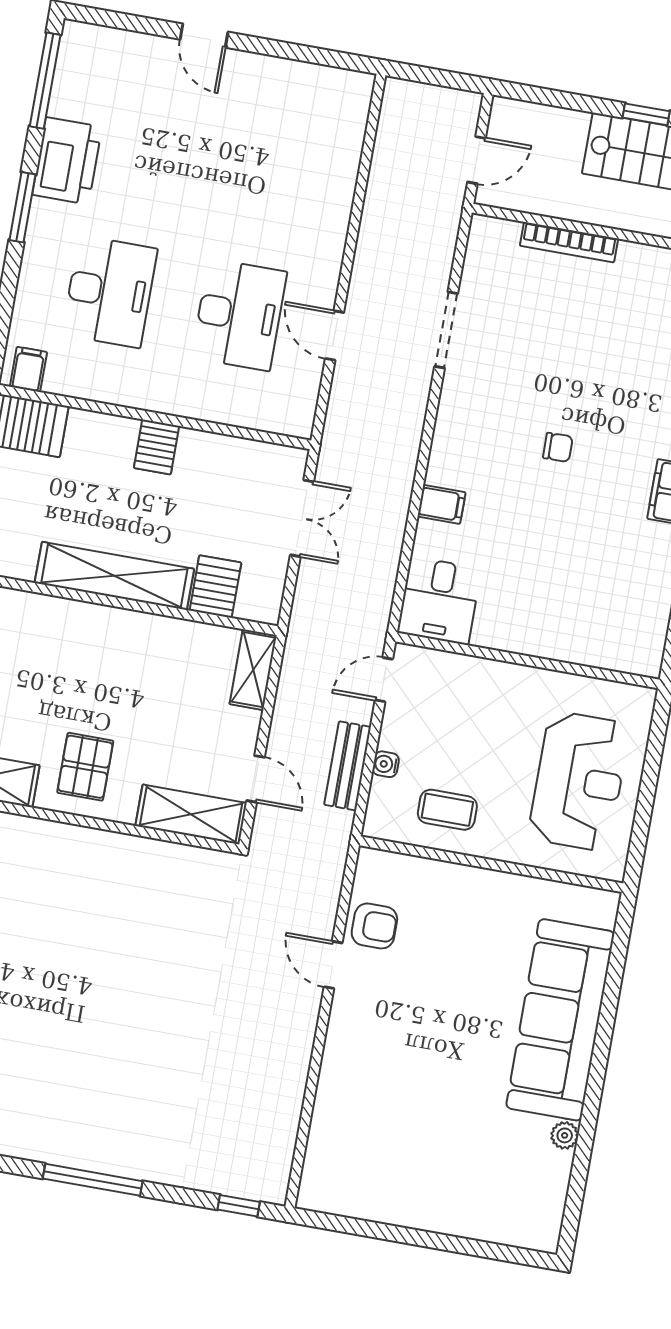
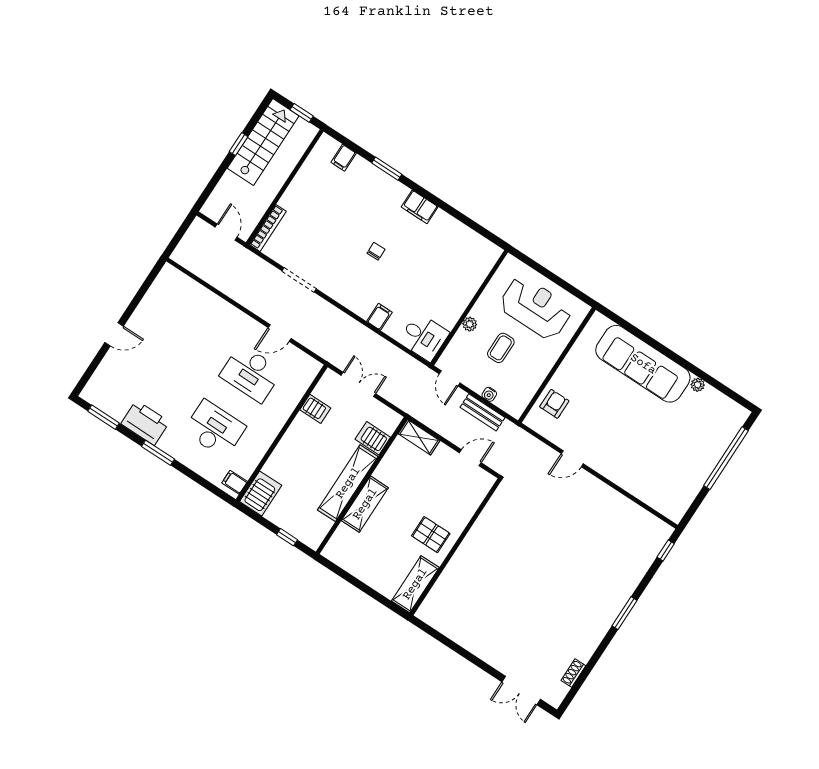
window: (45, 81) -> (104, 417), width x0.69
bookcase: (569, 242) -> (268, 228), moved
desk: (239, 315) -> (251, 373), turned 180
server rack: (157, 447) -> (315, 409), moved
plant: (498, 674) -> (470, 324), added
coffee table: (447, 810) -> (501, 348), moved
shelving: (191, 814) -> (365, 504), moved
armchair: (374, 926) -> (554, 404), moved
window: (93, 1180) -> (625, 613), width x0.69
window: (453, 1244) -> (726, 458), added

